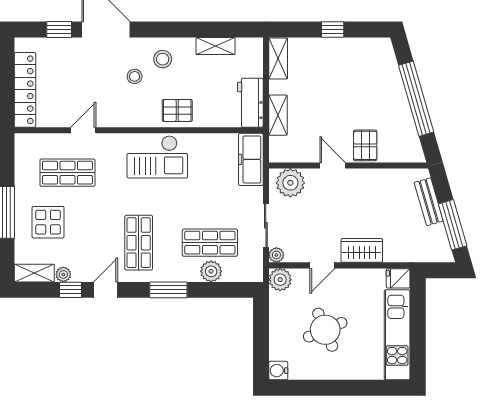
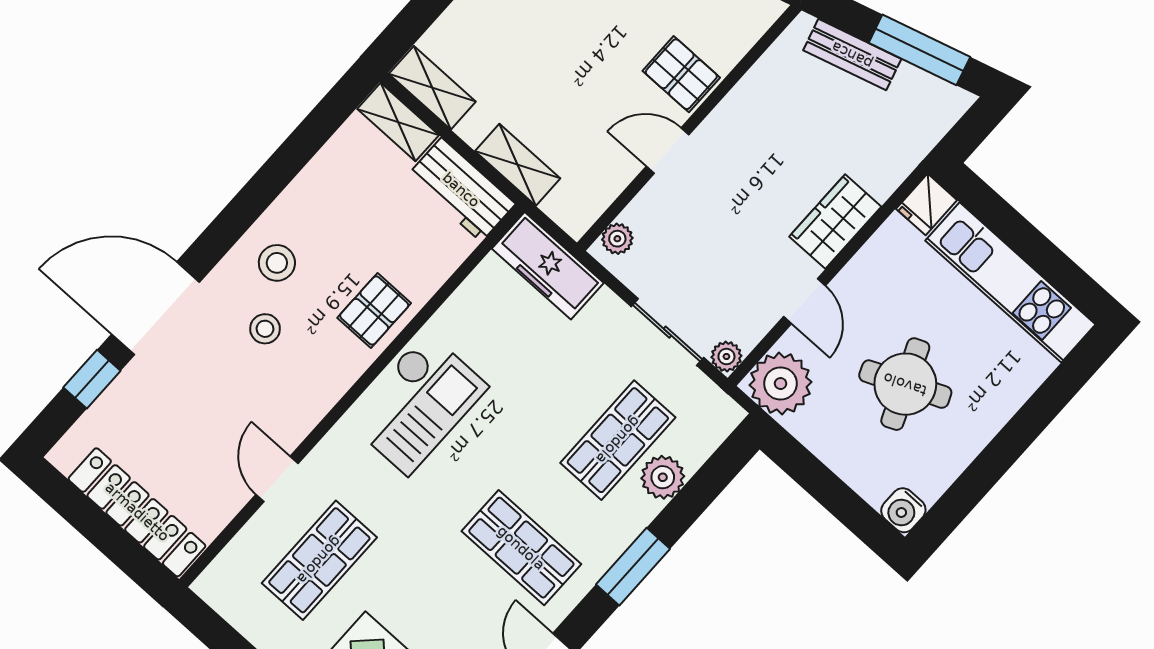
shelving: (216, 46) -> (398, 122), moved, turned 90
plant: (290, 183) -> (617, 239), width x0.53, depth x0.53
plant: (280, 280) -> (781, 384), width x1.36, depth x1.36

